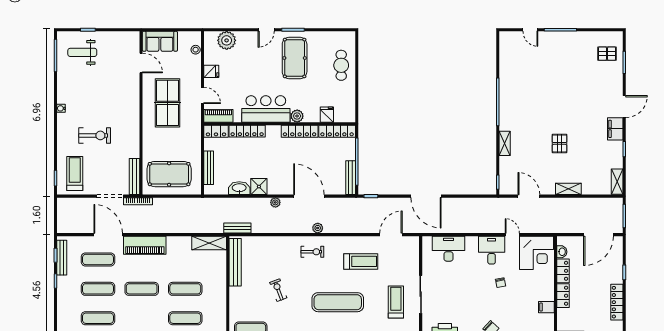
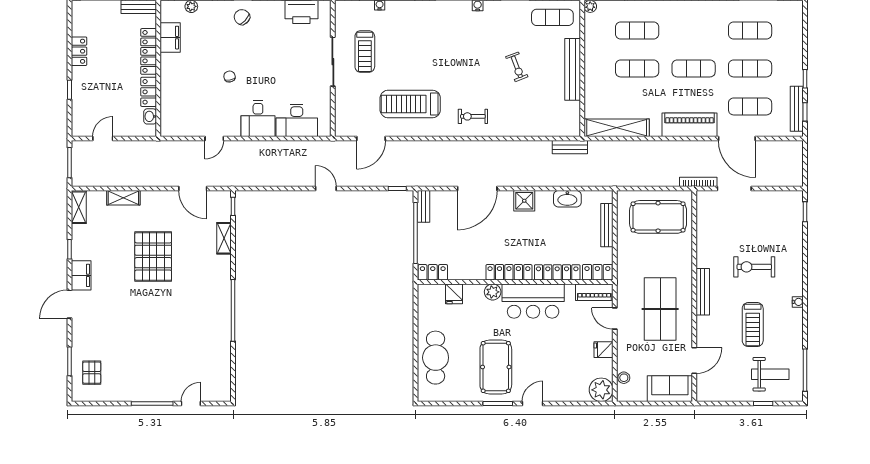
door: (530, 30) -> (191, 403), hinge flipped
plant: (227, 40) -> (601, 390), moved
pallet: (607, 54) -> (92, 373), turned 90
door: (141, 63) -> (694, 360), swing flipped
cafe table: (341, 65) -> (436, 358), width x1.37, depth x1.35
locker: (300, 131) -> (509, 272), moved
locker: (337, 131) -> (433, 272), width x0.66
shelving: (505, 143) -> (224, 238), moved
pallet: (559, 143) -> (153, 256), width x2.05, depth x2.00
treadmill: (75, 173) -> (753, 325), moved
bench: (135, 177) -> (703, 292), moved
bench: (351, 178) -> (423, 206), width x0.73
shower: (259, 187) -> (524, 201), moved
shelving: (568, 189) -> (123, 198), moved
door: (309, 196) -> (477, 188), hinge flipped
door: (426, 196) -> (326, 188), width x0.53
plant: (275, 202) -> (521, 180), removed
plant: (318, 228) -> (466, 147), removed
door: (512, 235) -> (214, 139), hinge flipped
door: (599, 235) -> (103, 139), width x0.53
shelving: (209, 243) -> (617, 128), width x1.47
desk: (492, 250) -> (258, 119), moved
corner desk: (536, 253) -> (183, 115), removed
treadmill: (361, 261) -> (410, 104), width x1.37, depth x1.38
bench: (235, 262) -> (573, 69), moved
locker: (563, 296) -> (149, 51), width x1.53
exercise mat: (338, 302) -> (440, 51), removed
locker: (617, 302) -> (79, 51), width x0.66
filing cabinet: (546, 307) -> (170, 38), width x2.00

